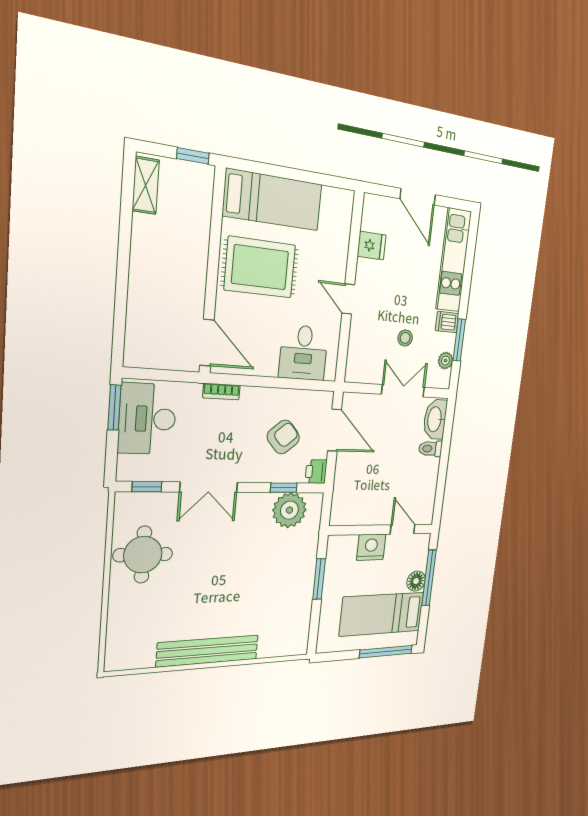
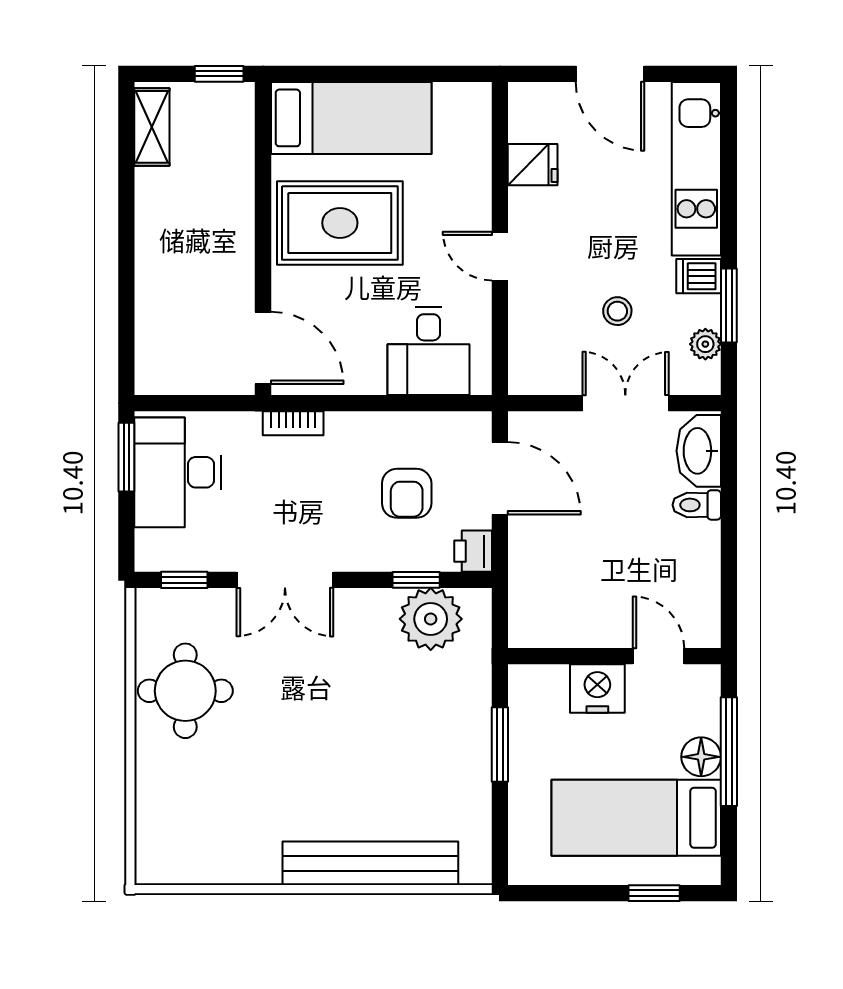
armchair: (283, 437) -> (407, 493), turned 131
bench: (208, 651) -> (370, 863), moved
window: (386, 652) -> (654, 893), width x0.46

